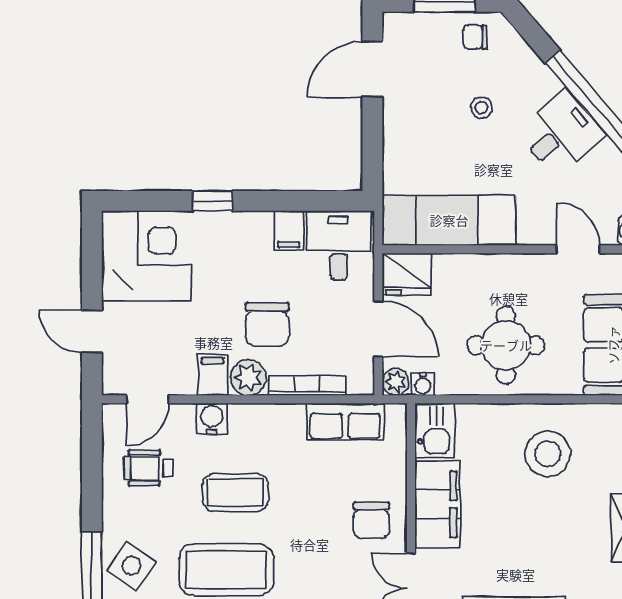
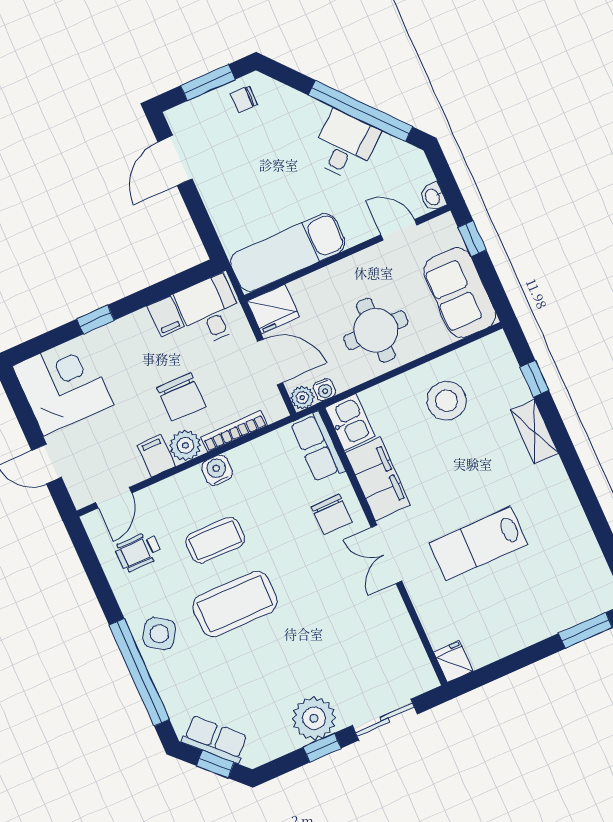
stool: (481, 108) -> (274, 153), removed
water cooler: (212, 419) -> (217, 470), moved
row of seats: (345, 422) -> (318, 447), moved, turned 90

